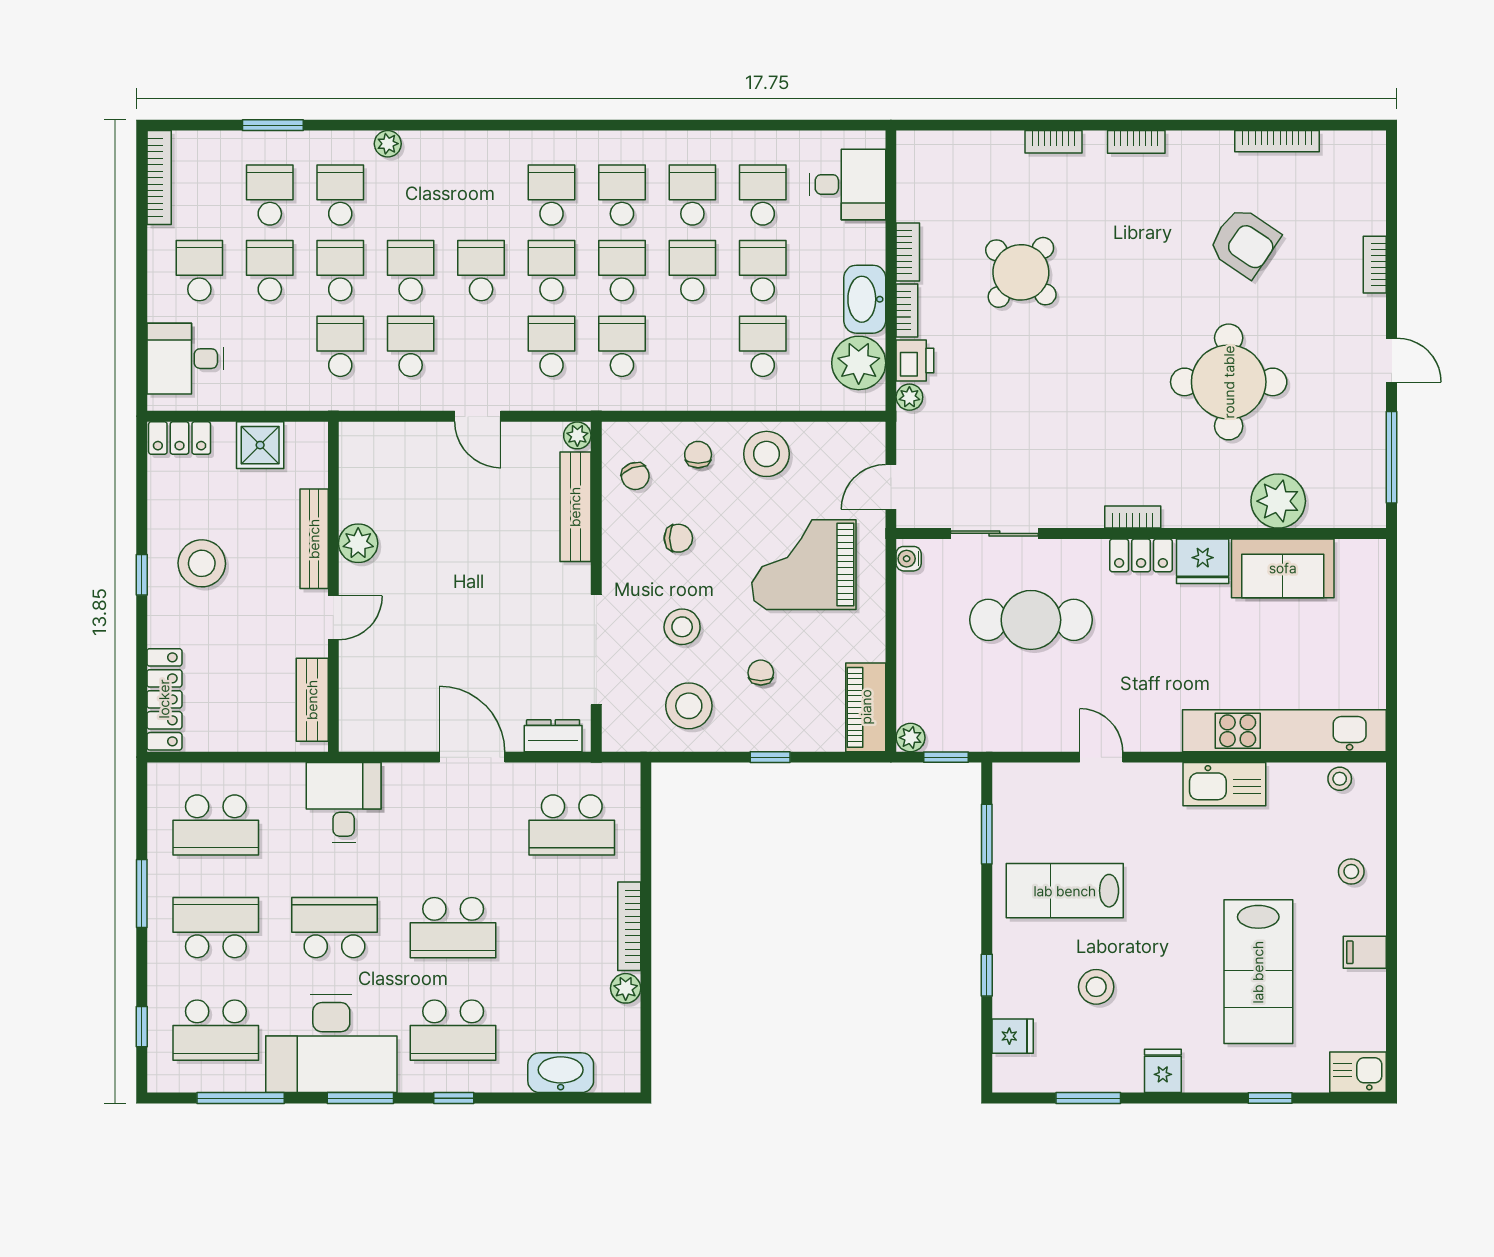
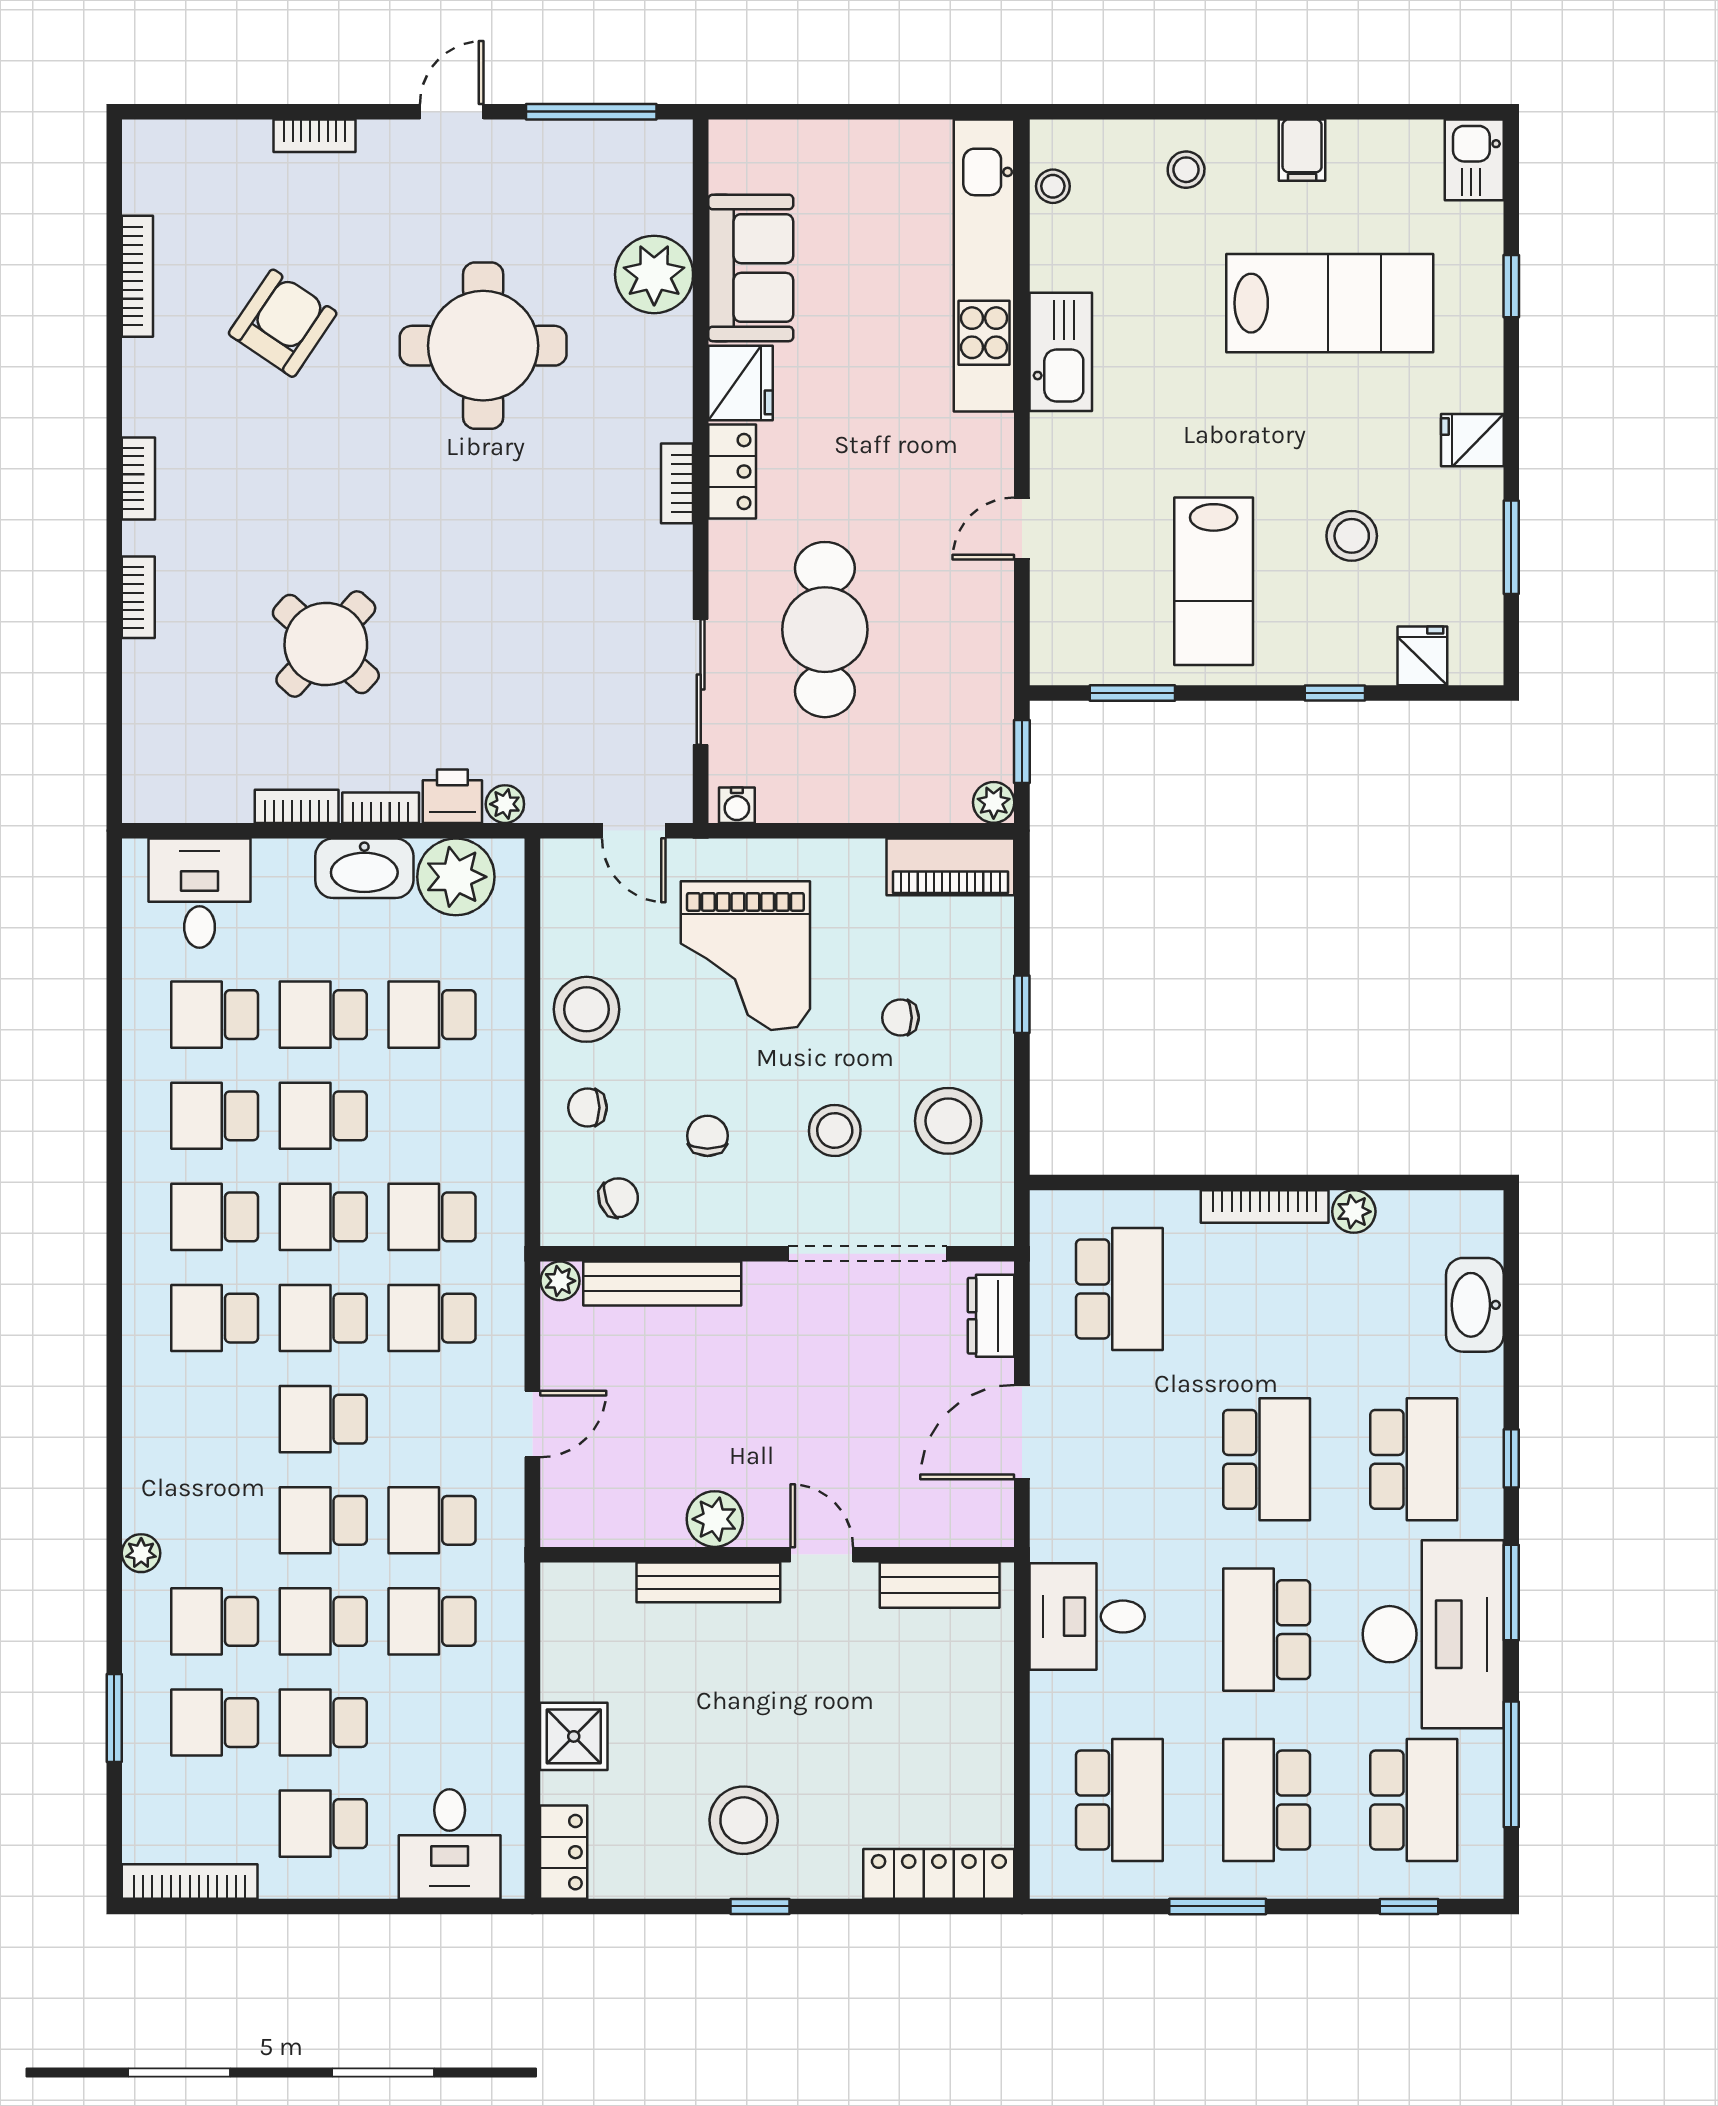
bench: (314, 539) -> (708, 1582), moved
plant: (358, 543) -> (715, 1519), moved
wall: (333, 587) -> (777, 1555), moved
door: (333, 618) -> (822, 1555), moved
bench: (312, 700) -> (940, 1585), moved

